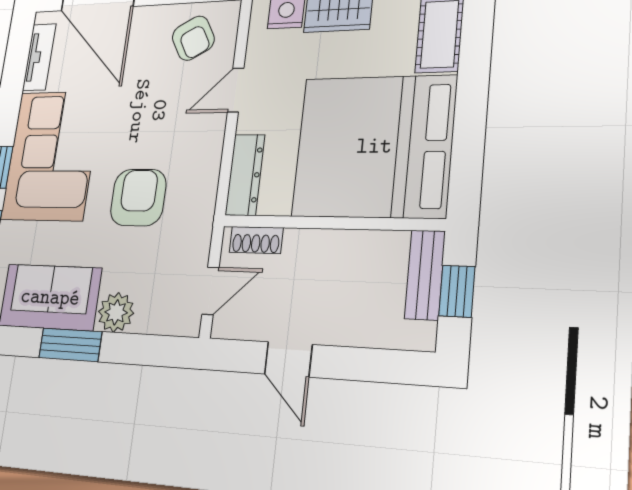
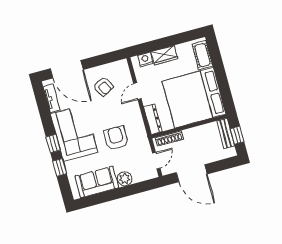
armchair: (193, 38) -> (103, 87), moved
shoe rack: (256, 240) -> (170, 138), width x1.43
window: (70, 345) -> (112, 195), removed
door: (288, 359) -> (192, 173), width x1.88

